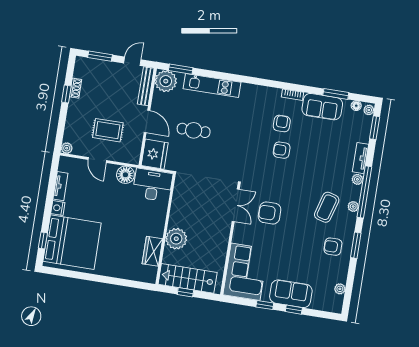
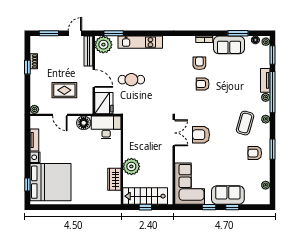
window: (364, 192) -> (273, 92), moved

